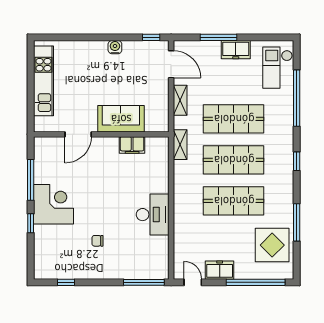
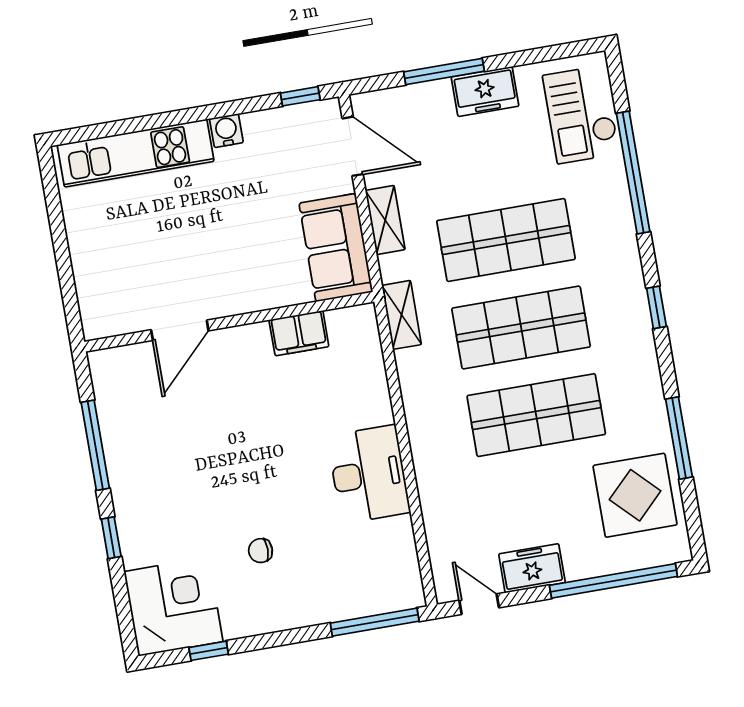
kitchen unit: (44, 81) -> (136, 153), moved, turned 90
sofa: (121, 119) -> (336, 248), moved, turned -90
corner desk: (53, 204) -> (173, 607), moved

